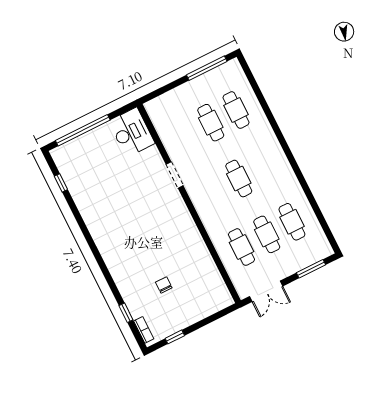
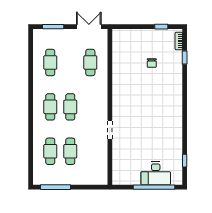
desk: (132, 132) -> (156, 173), moved, turned -90
cafe table: (267, 234) -> (50, 107), moved

